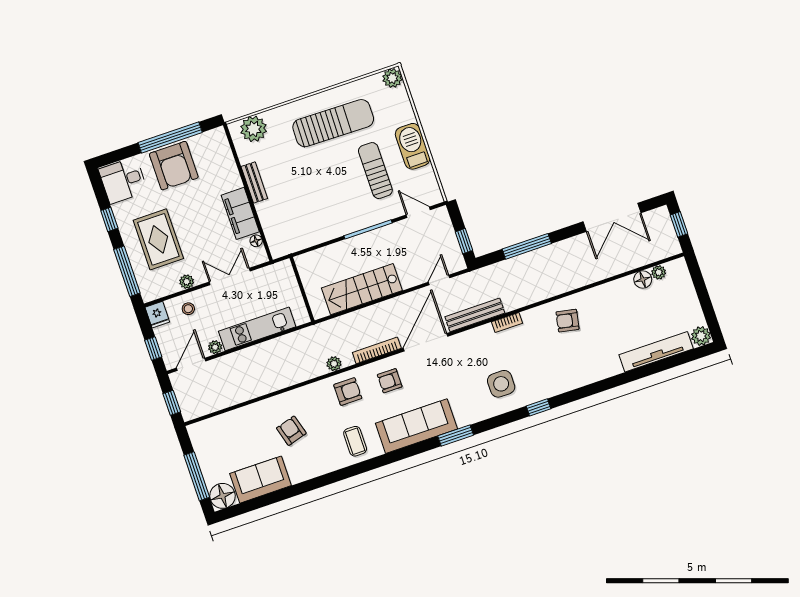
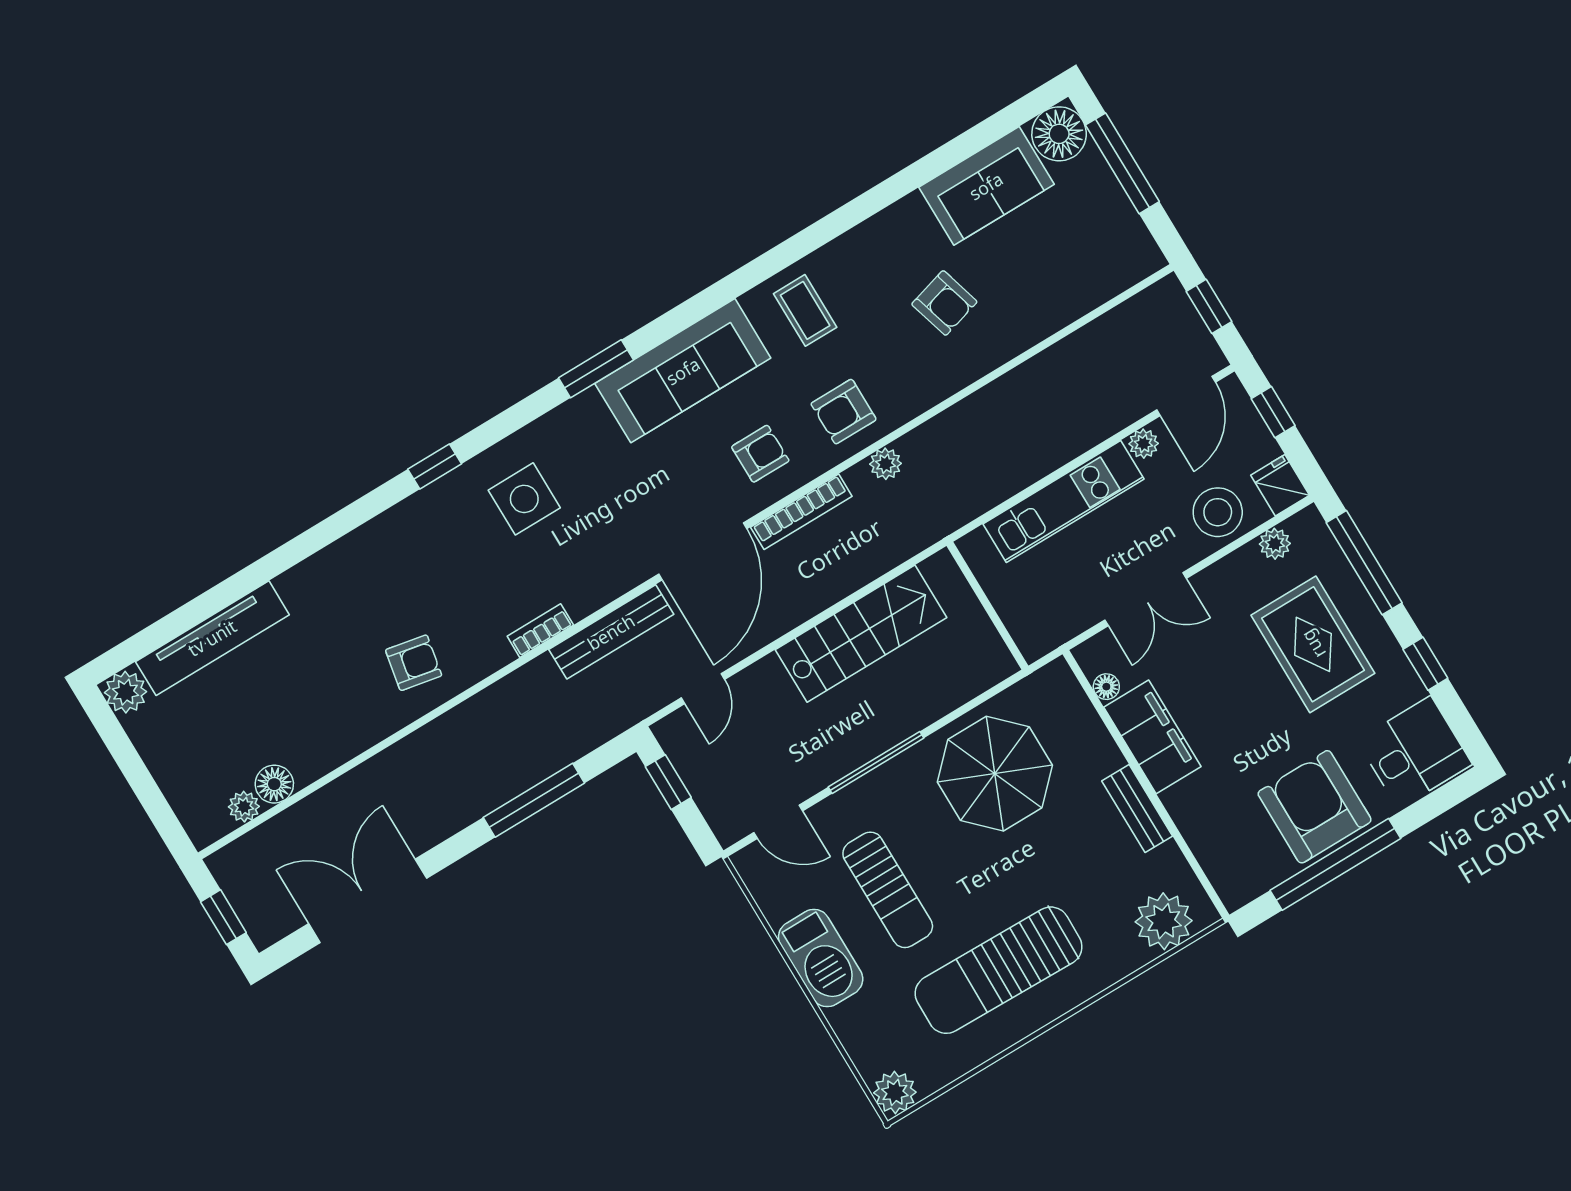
parasol: (315, 212) -> (995, 774), added
plant: (187, 282) -> (1275, 544), moved
stool: (188, 309) -> (1218, 512), width x1.89, depth x1.89

